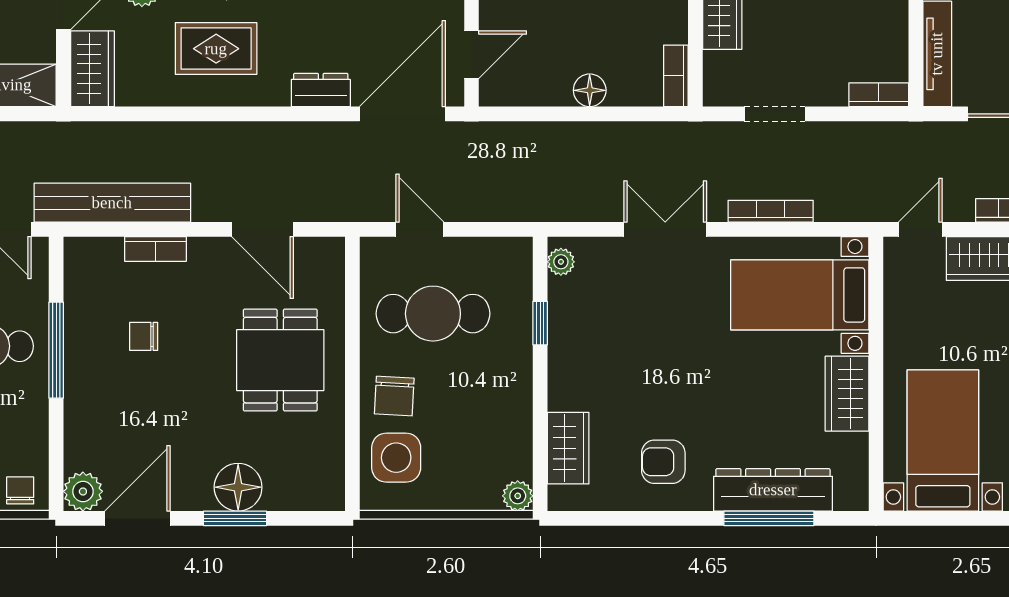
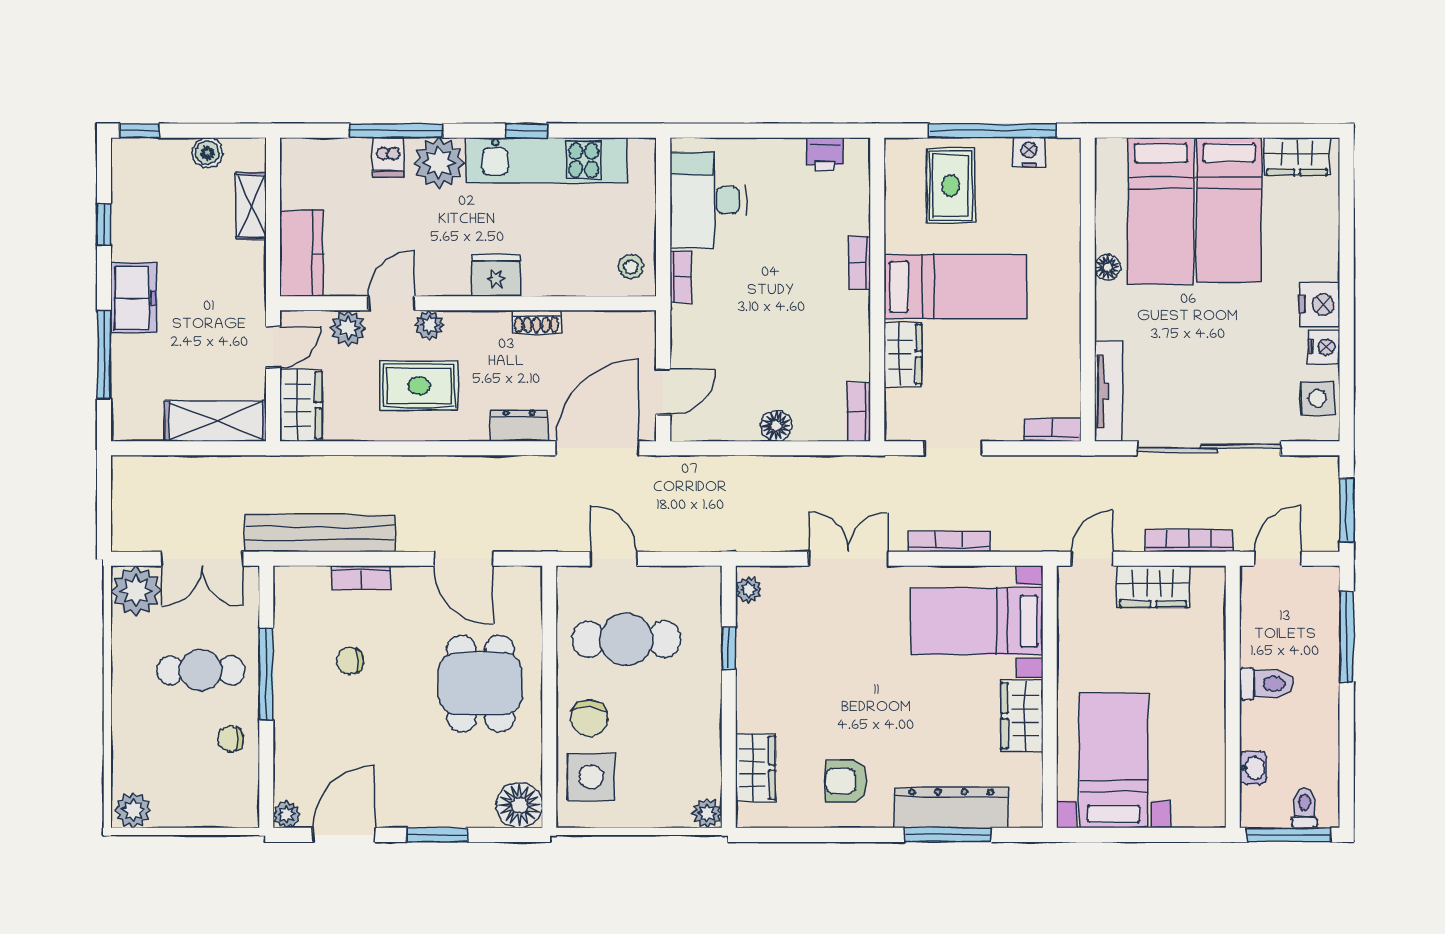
floor lamp: (238, 487) -> (520, 805), moved
chair: (20, 490) -> (231, 739), moved, turned -90
plant: (83, 491) -> (287, 814), width x0.73, depth x0.73

